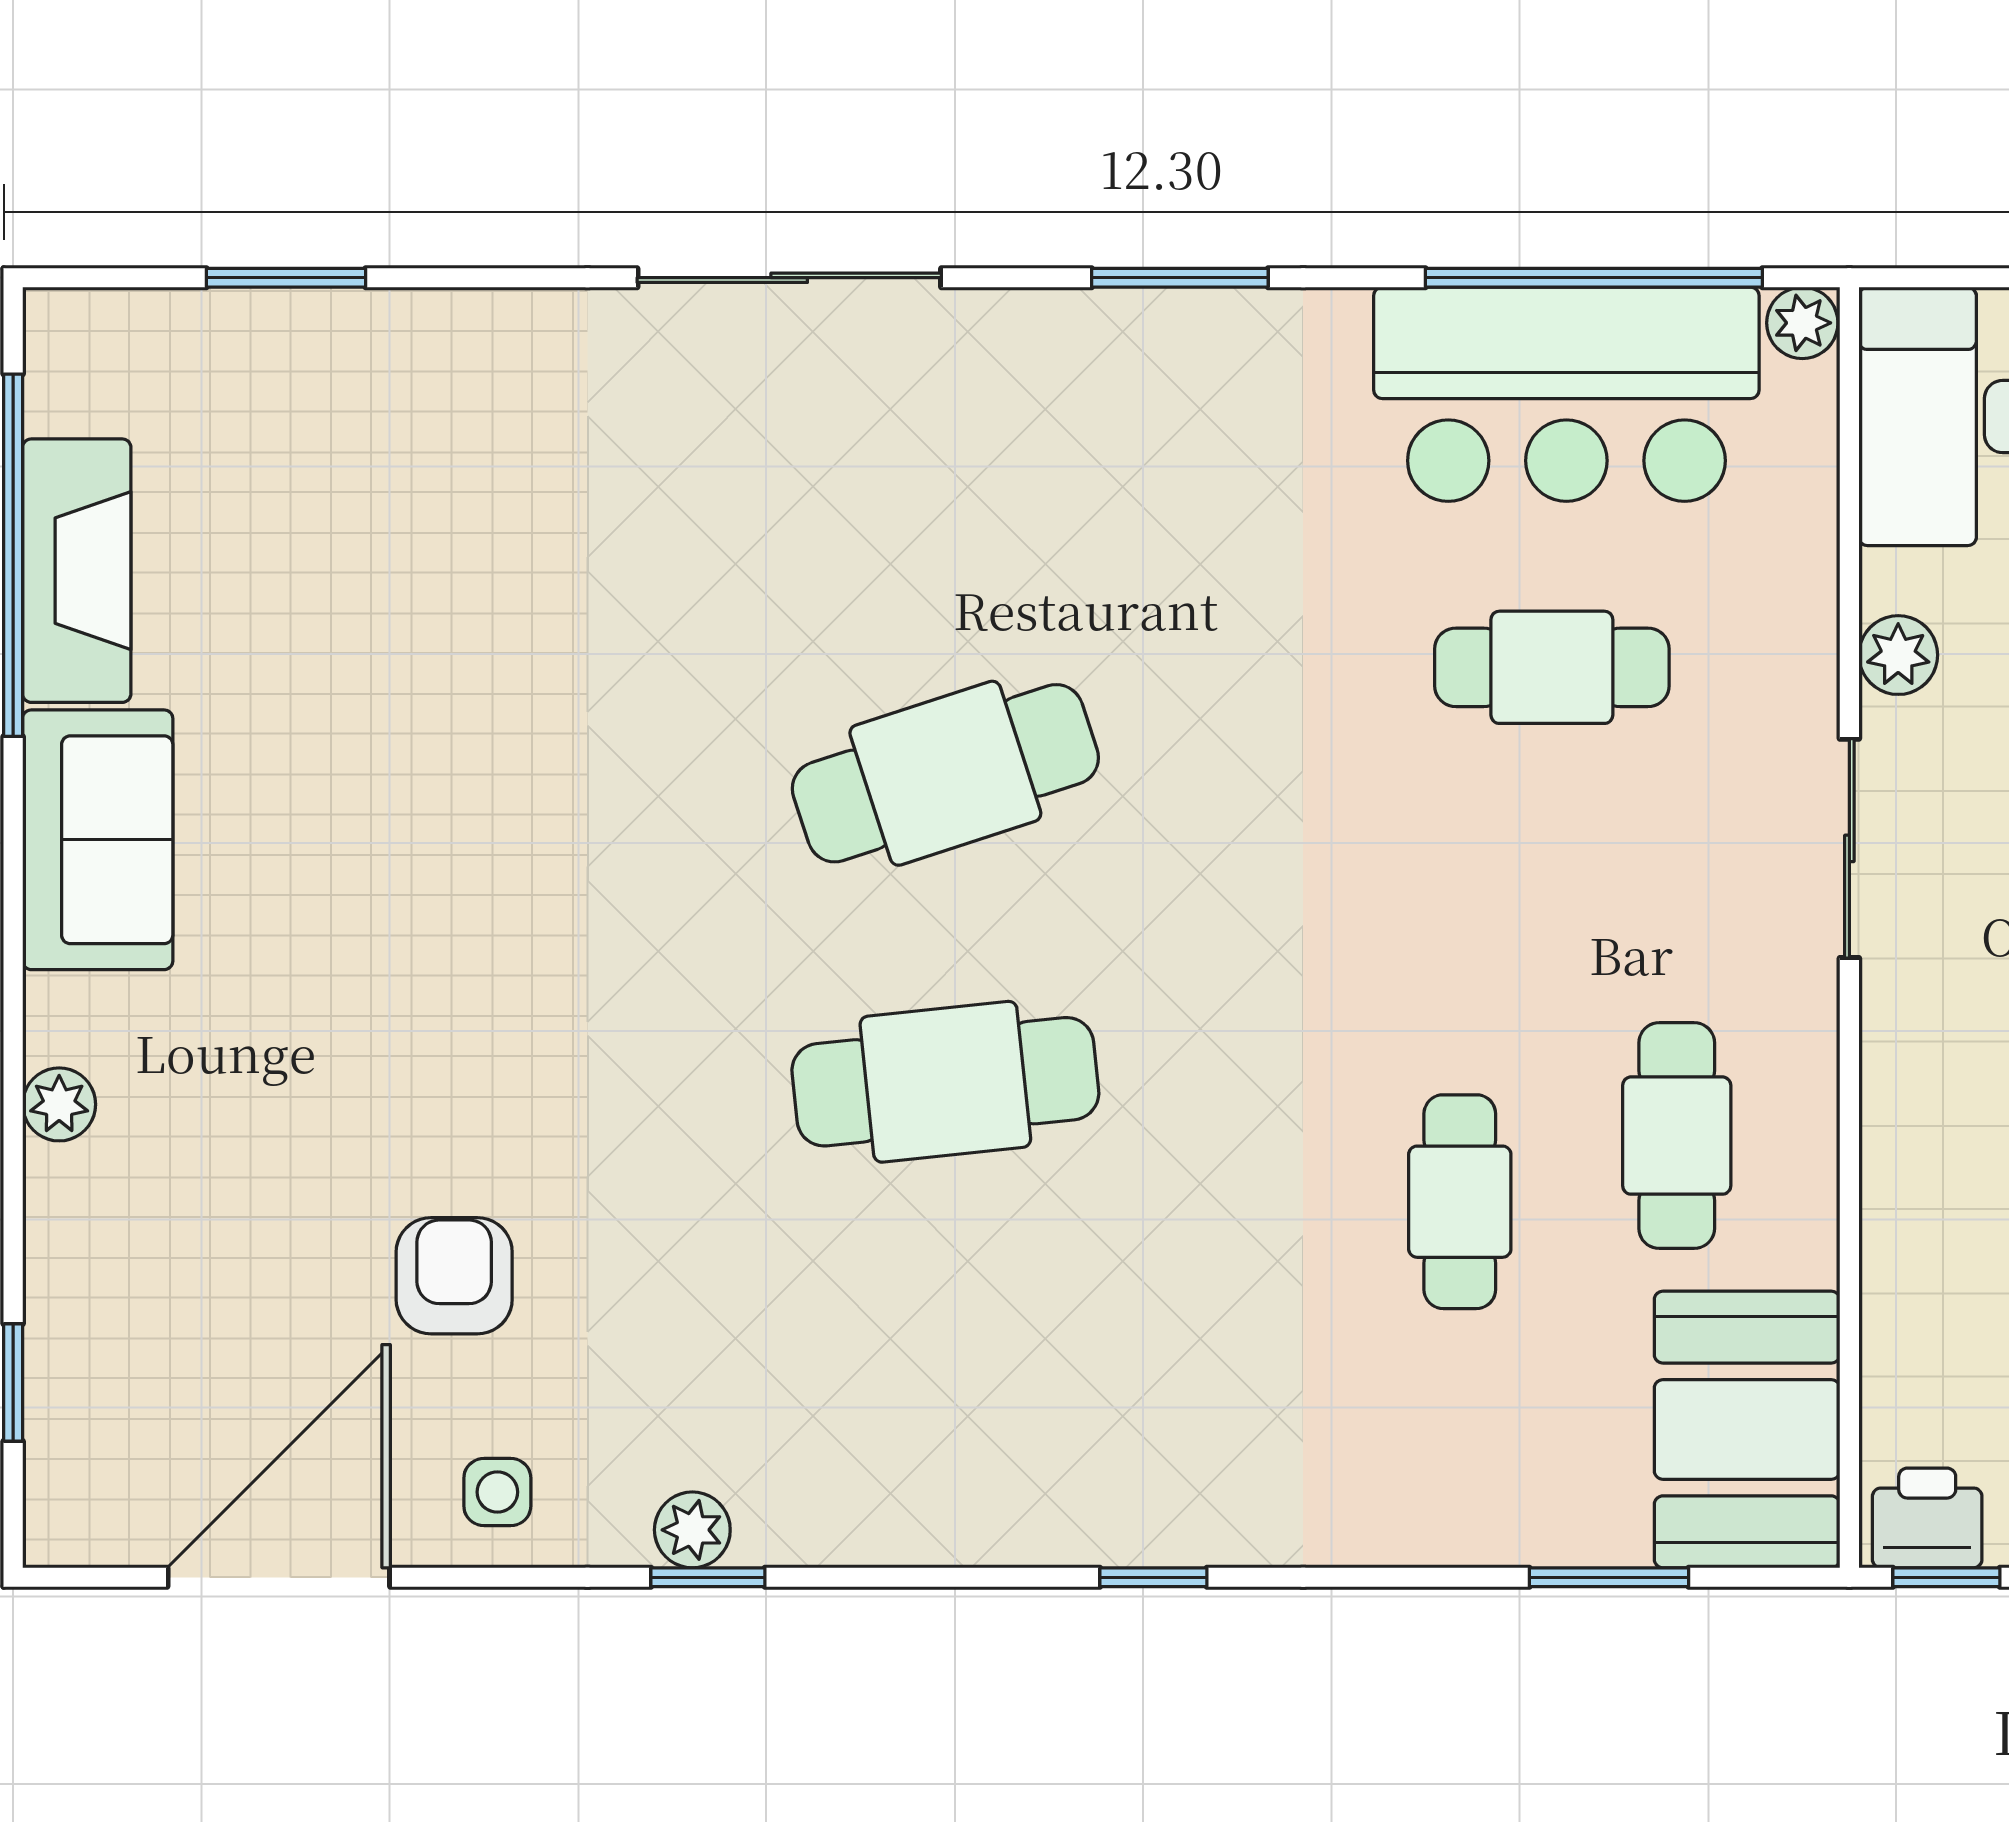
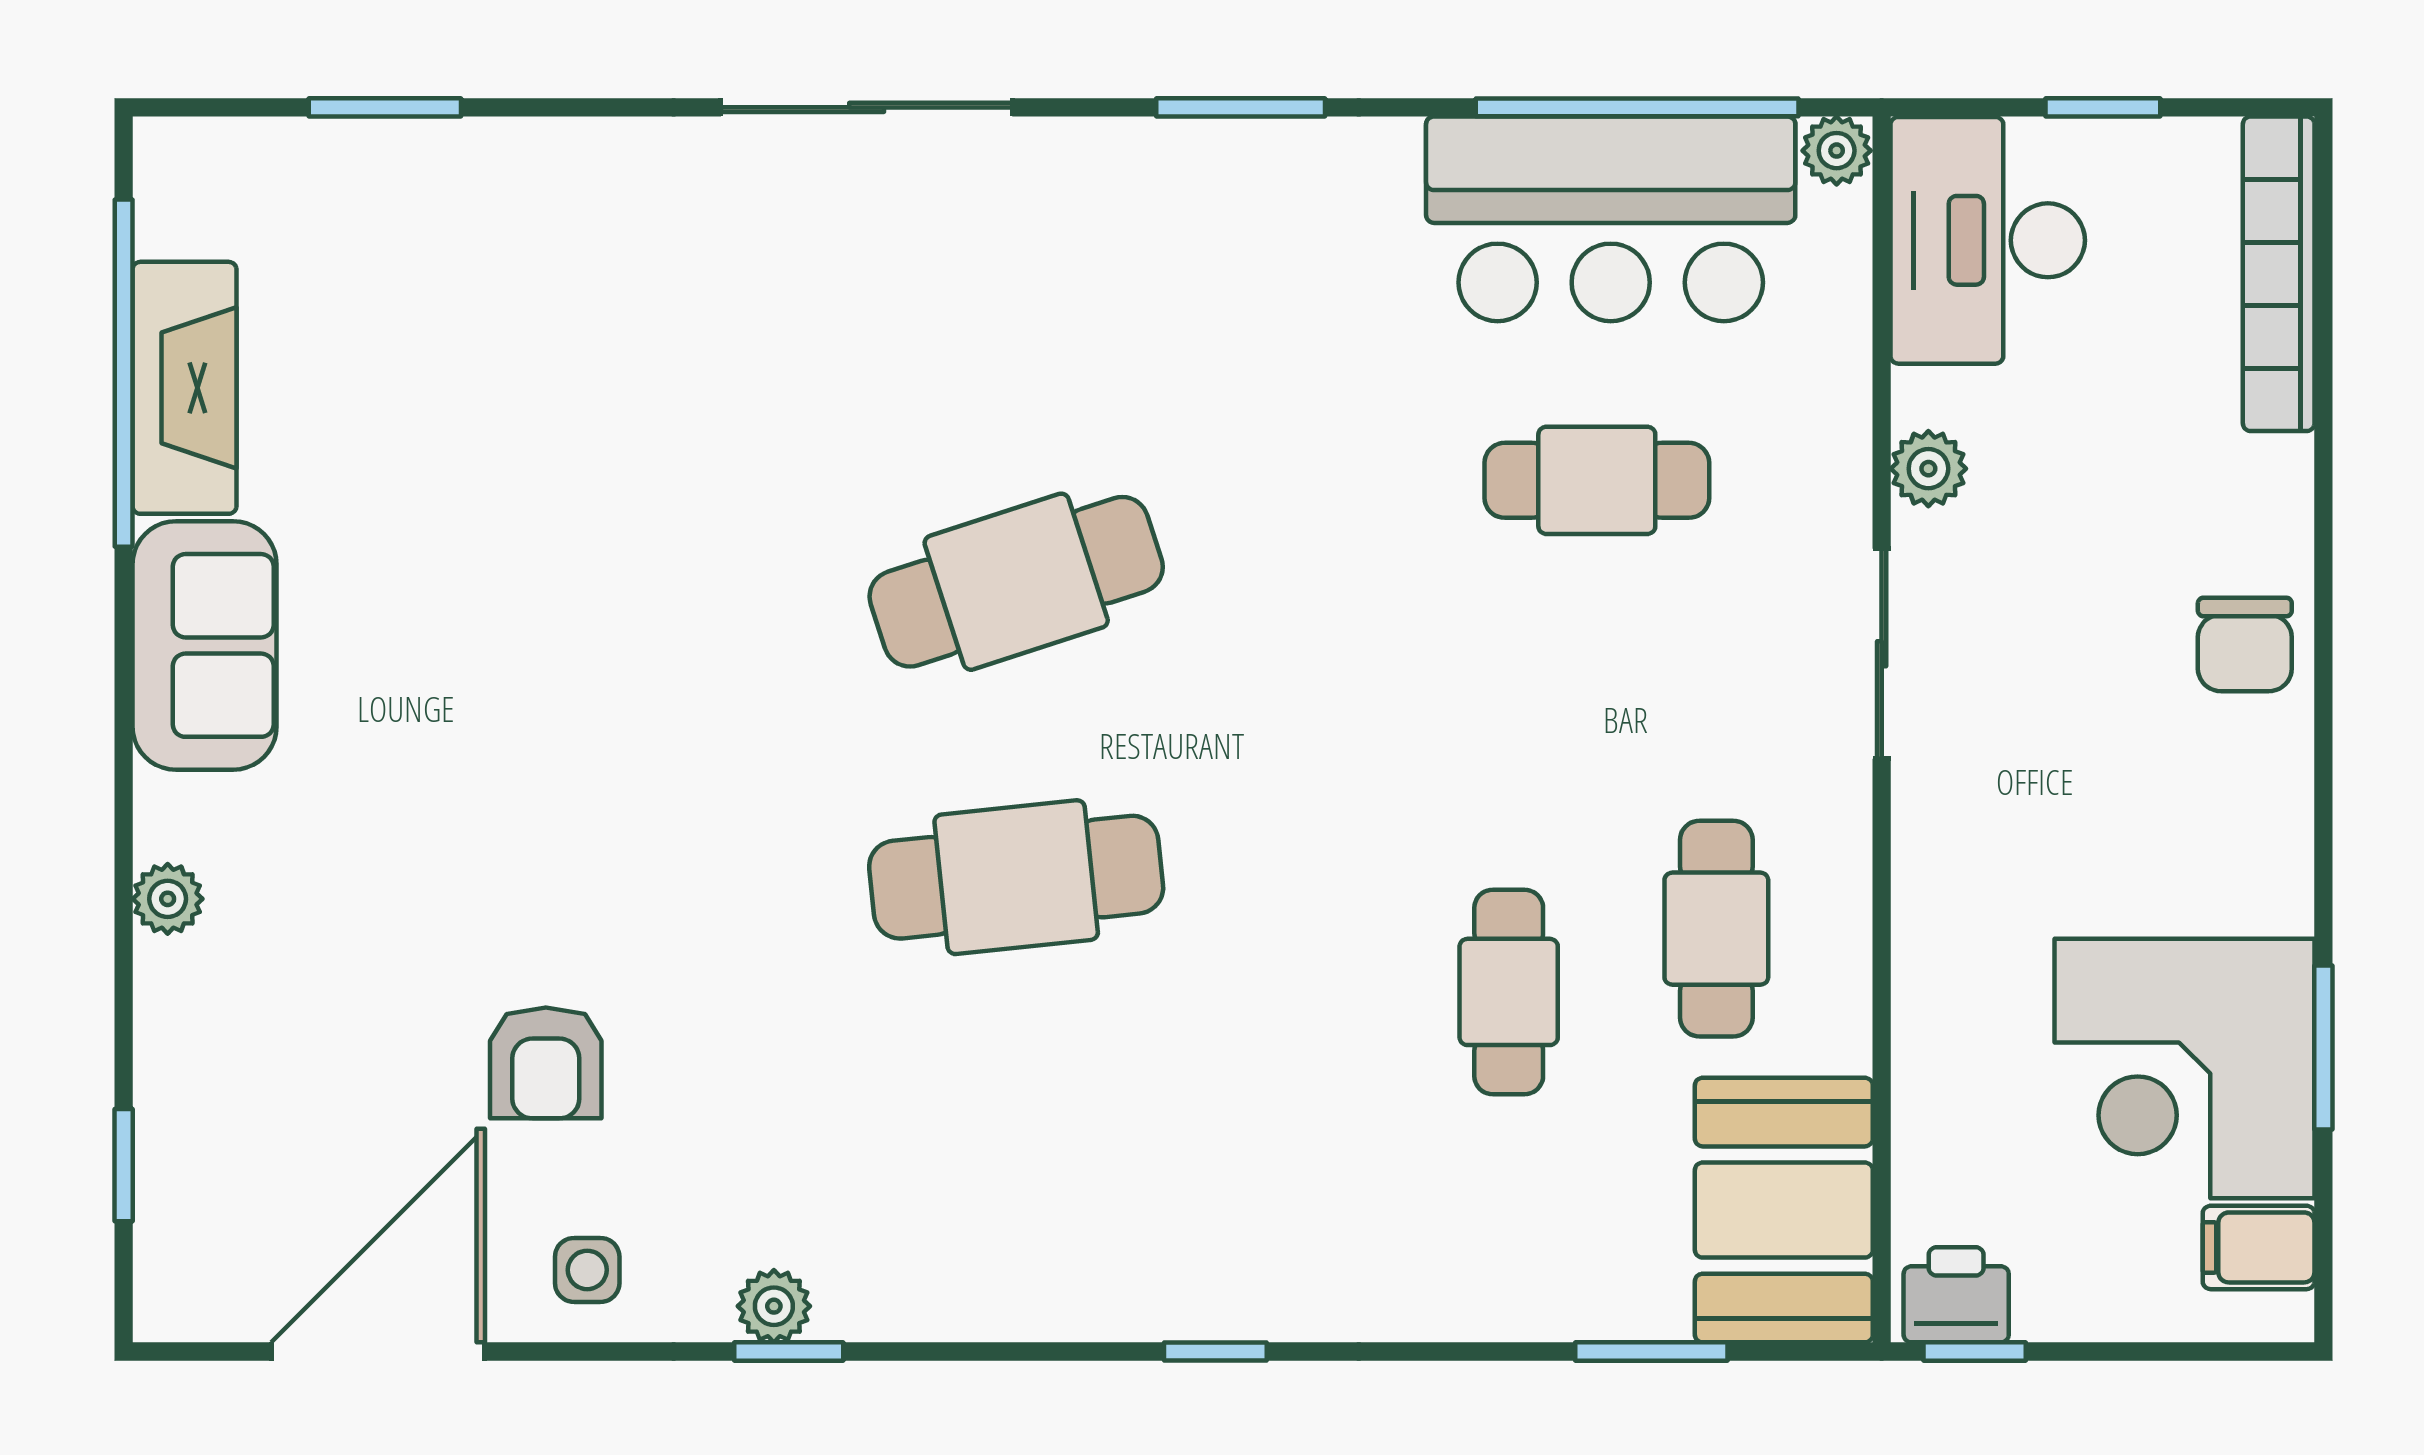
armchair: (454, 1276) -> (546, 1063), turned 180

